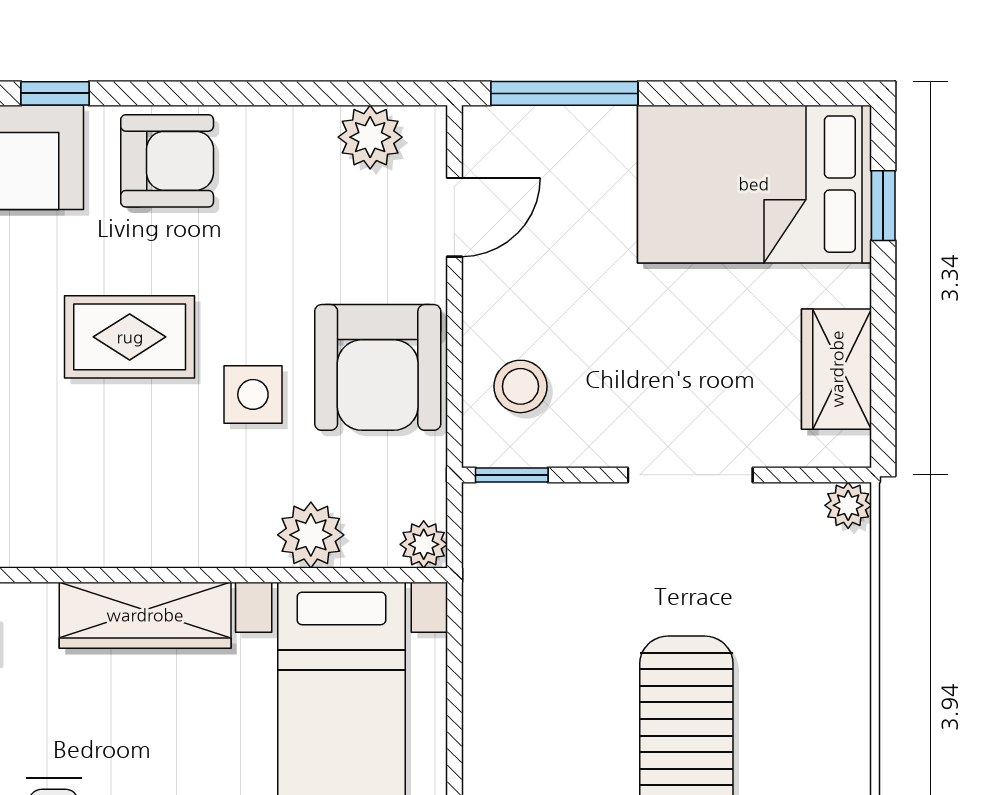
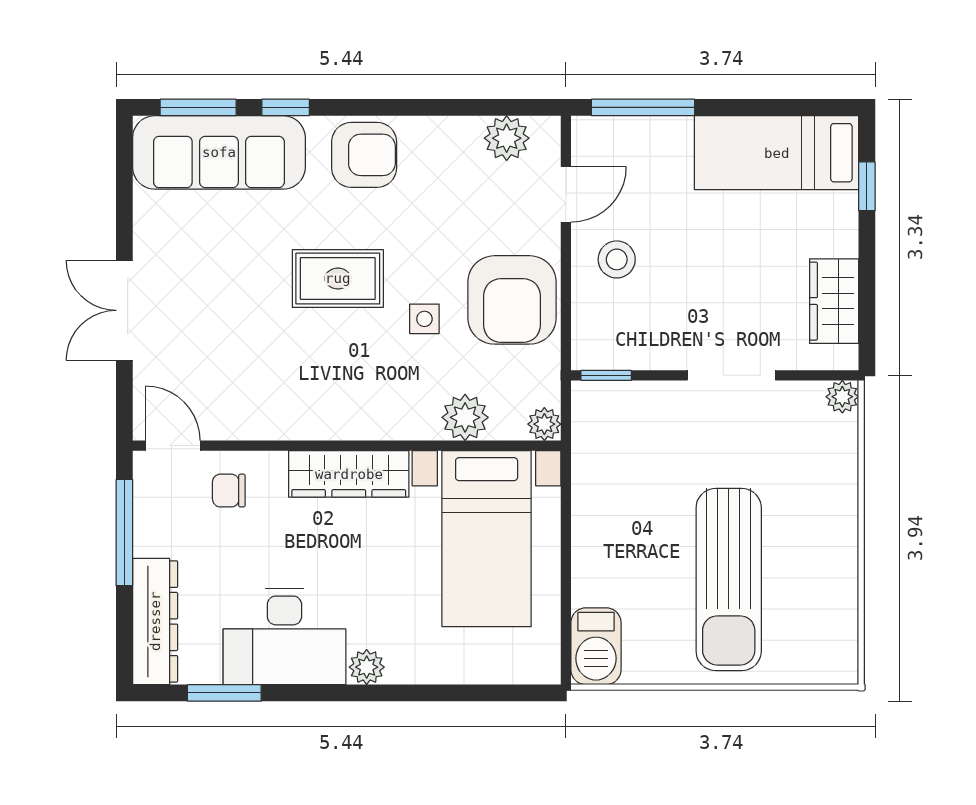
bed: (754, 184) -> (777, 153), width x0.67
stool: (520, 386) -> (617, 259), moved
side table: (253, 394) -> (424, 319), width x0.73, depth x0.73

